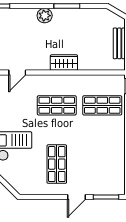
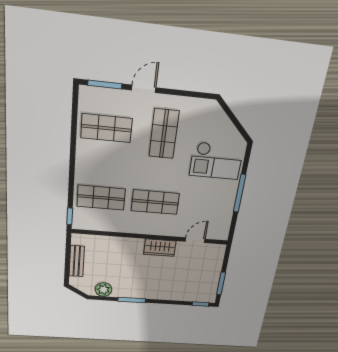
plant: (45, 16) -> (104, 290), moved
wardrobe: (64, 63) -> (160, 248), moved
shop shelf: (102, 164) -> (106, 128), added

